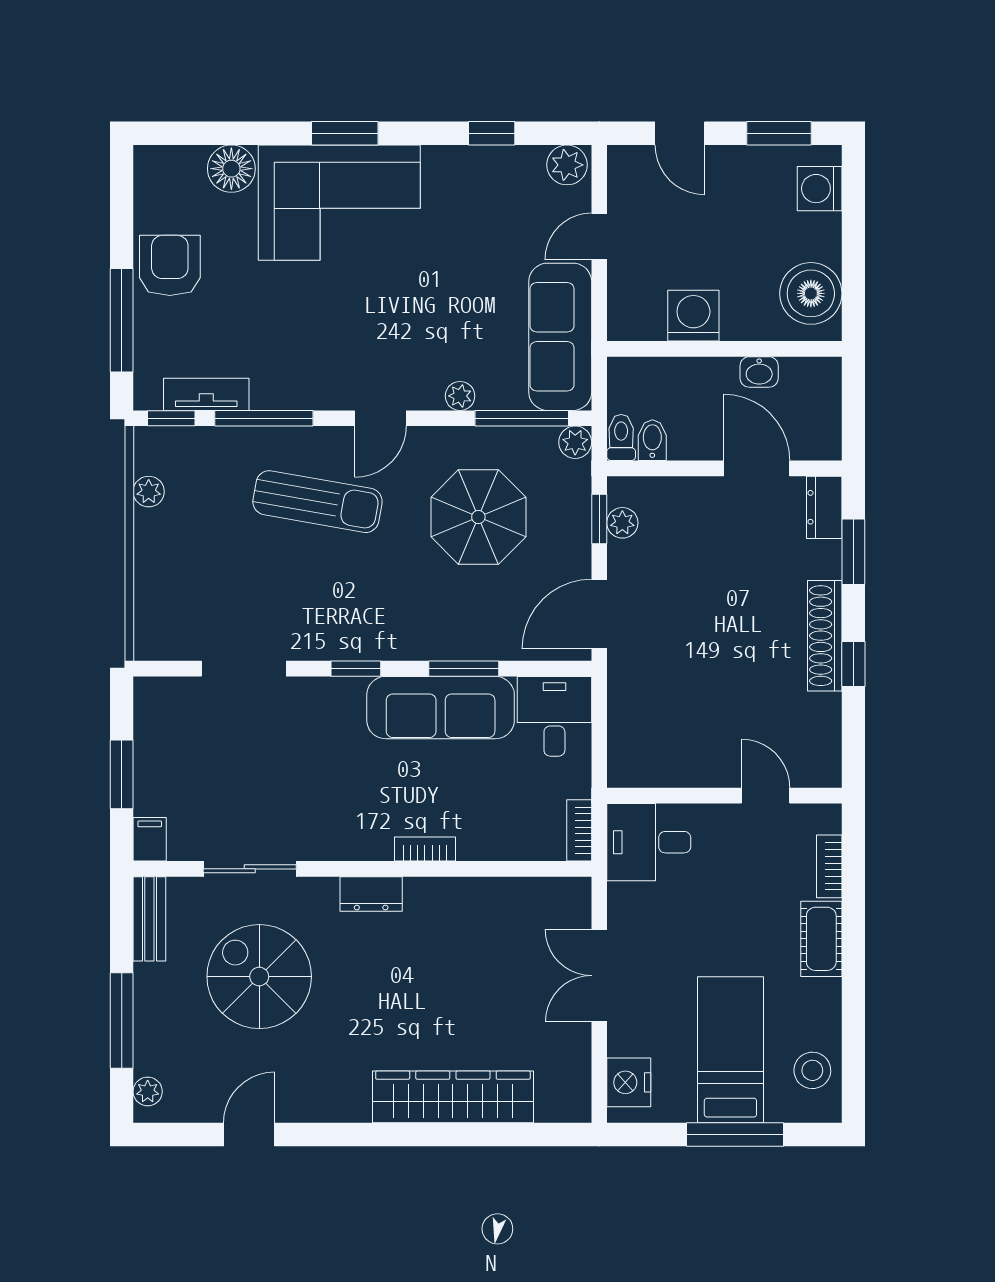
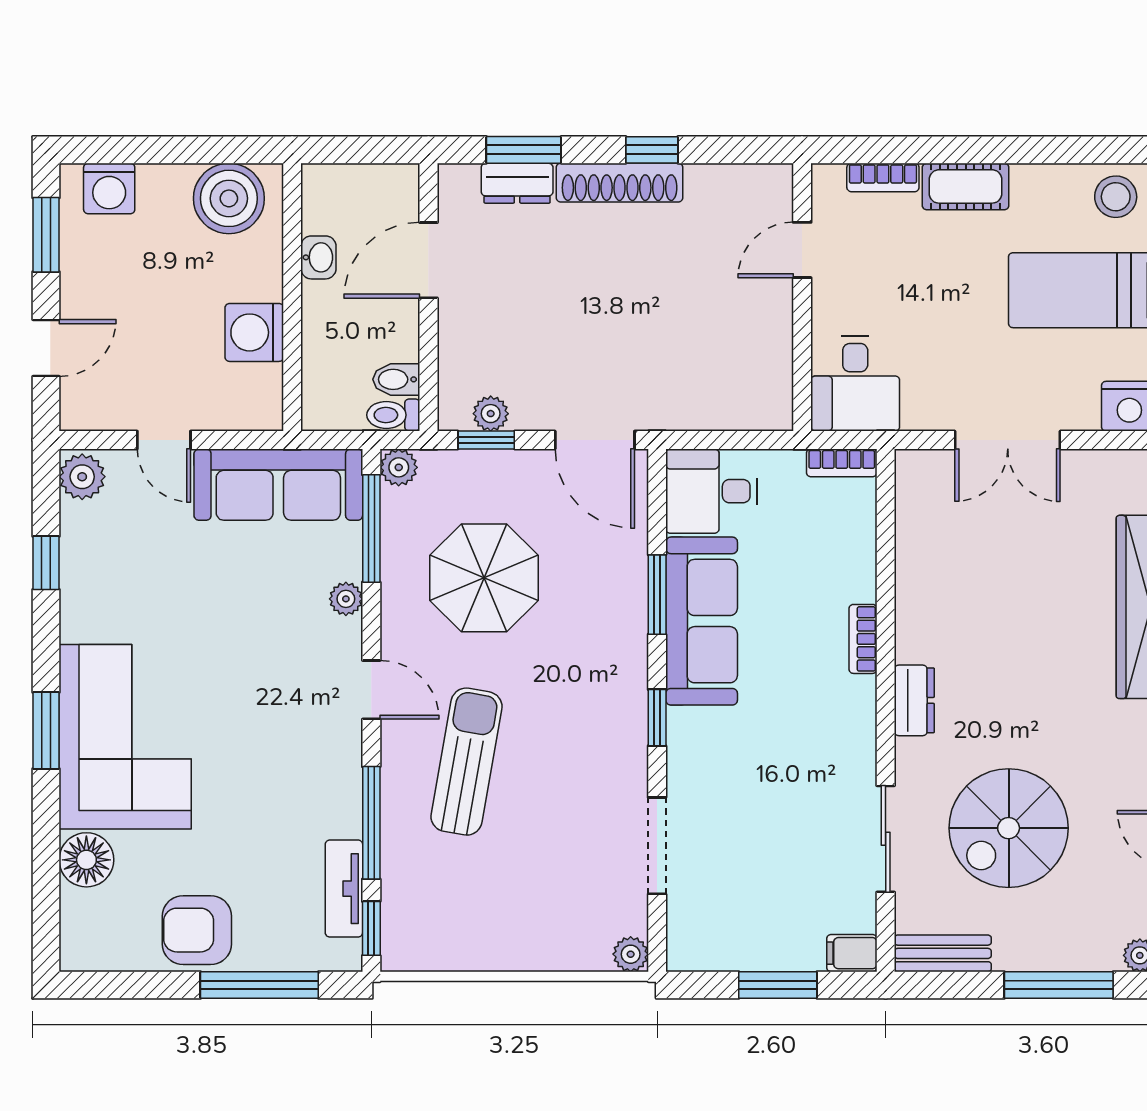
plant: (149, 492) -> (631, 954), moved
dresser: (824, 507) -> (517, 183), moved

